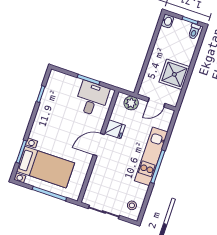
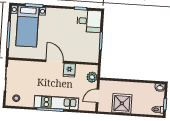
desk: (92, 99) -> (89, 21), moved
door: (157, 102) -> (97, 96), hinge flipped

